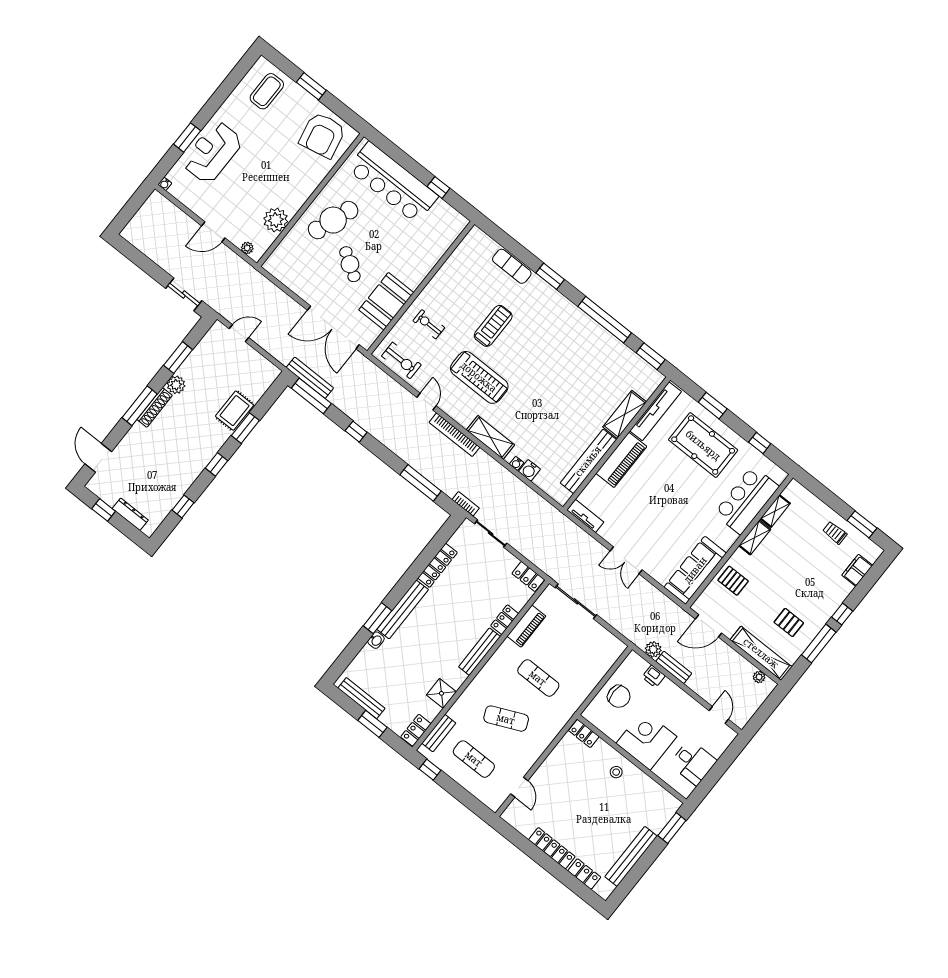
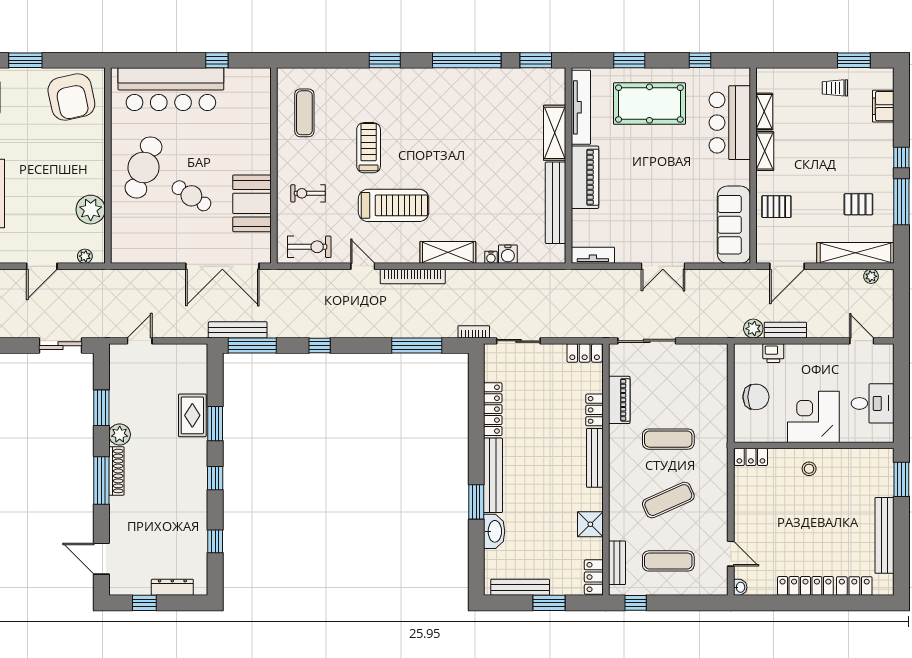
exercise mat: (512, 266) -> (304, 113), moved, turned 90
washbasin: (376, 640) -> (494, 531), width x1.91, depth x1.45
washbasin: (508, 814) -> (740, 587), added

